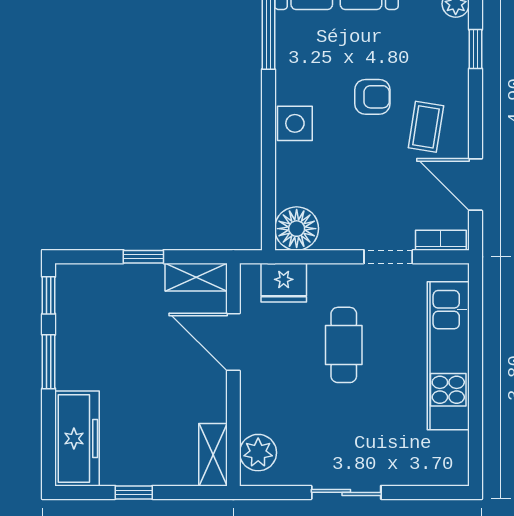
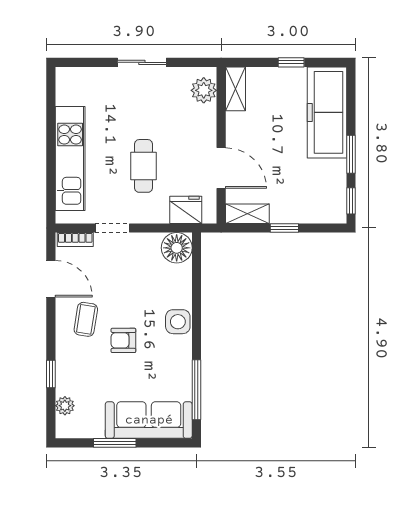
freezer: (77, 439) -> (327, 112), width x1.36, depth x1.26

